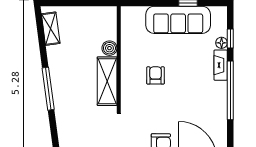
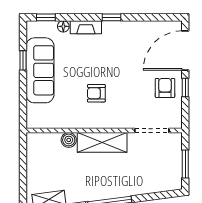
window: (230, 38) -> (46, 17), moved
window: (230, 90) -> (111, 17), width x0.32

